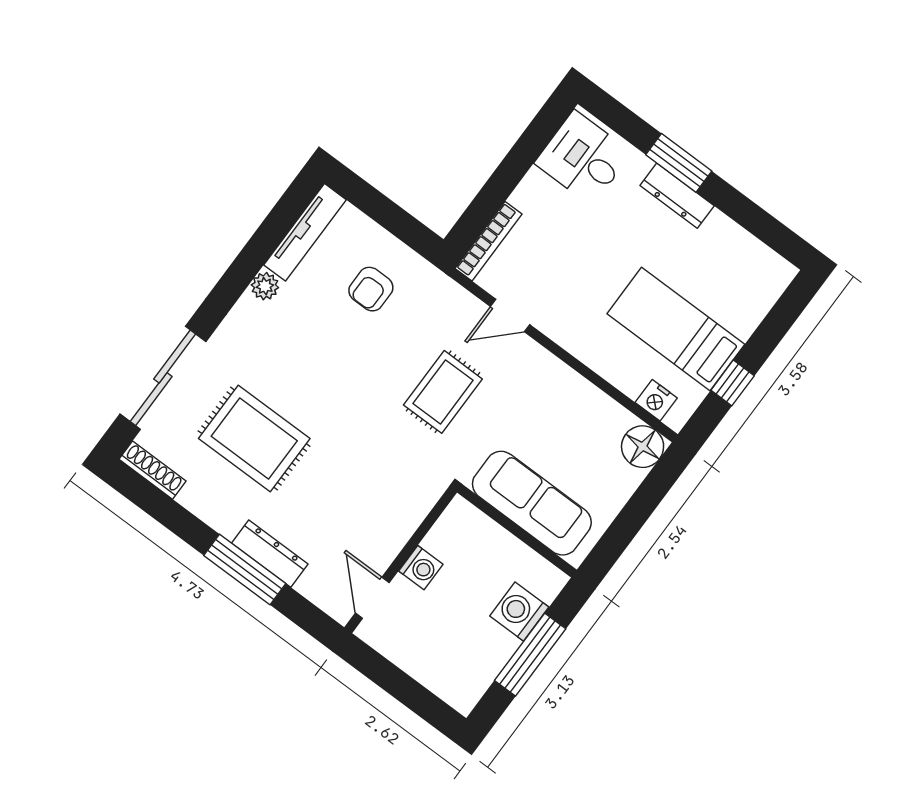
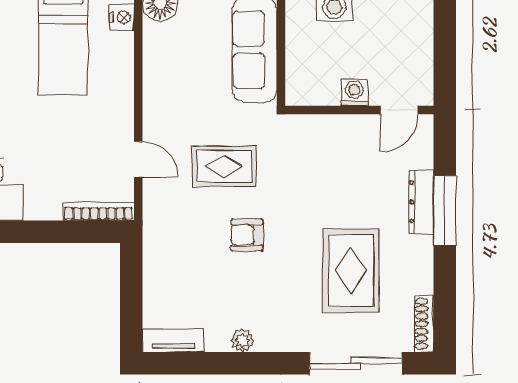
tv unit: (305, 232) -> (173, 340), width x0.71
armchair: (371, 289) -> (247, 235), moved, turned 180

